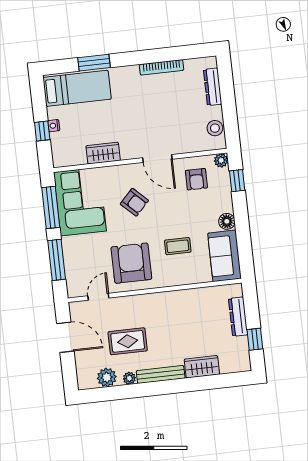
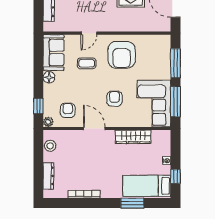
window: (42, 131) -> (175, 176), moved
wardrobe: (103, 153) -> (133, 137), width x1.50
armchair: (134, 202) -> (114, 99), turned 46
door: (98, 297) -> (89, 33), moved

